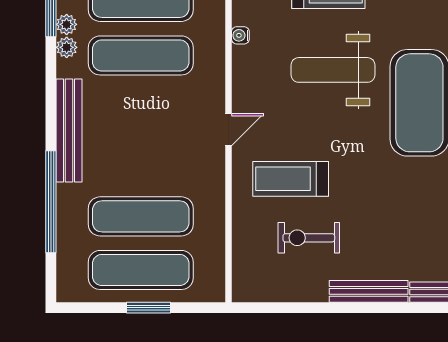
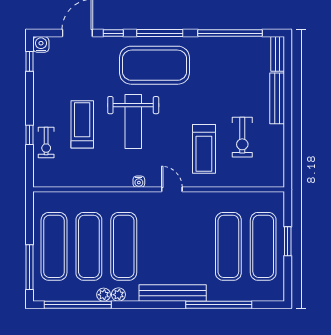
water cooler: (240, 35) -> (139, 182), moved

